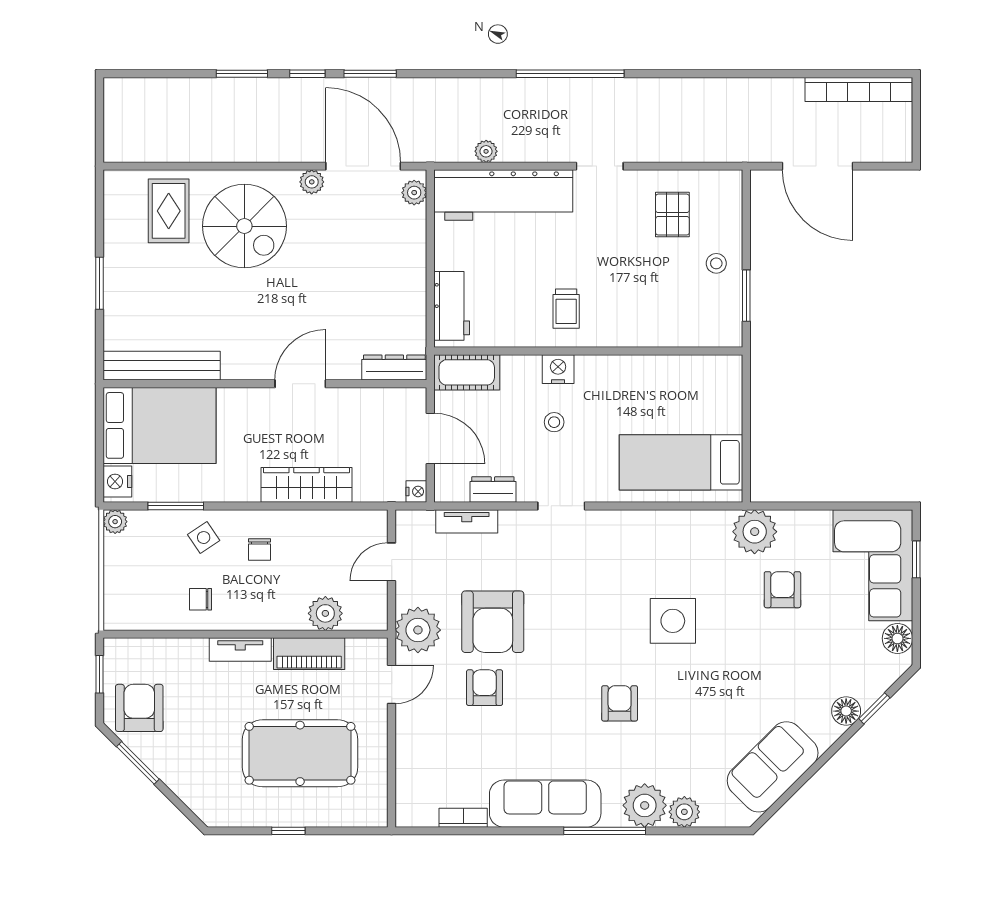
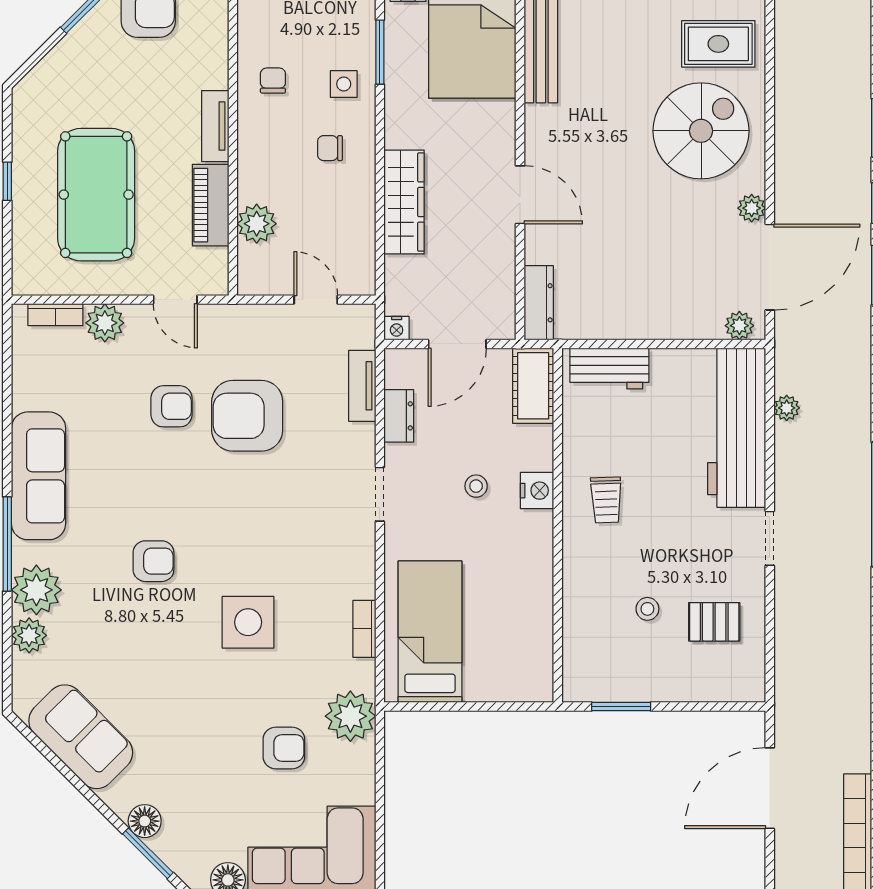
spiral stairs: (244, 226) -> (701, 131), turned 180
stool: (716, 263) -> (647, 609), moved
trolley: (566, 309) -> (606, 500), turned -92
bookcase: (679, 519) -> (364, 629), added
side table: (204, 538) -> (344, 84), turned 34
plant: (418, 630) -> (105, 323), moved, width x0.73, depth x0.73
window: (874, 708) -> (148, 853), width x1.50
bookcase: (463, 818) -> (55, 315), moved, turned 90

